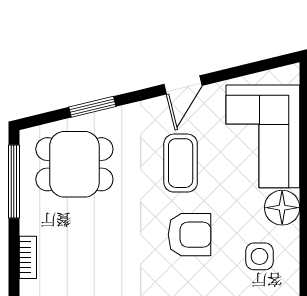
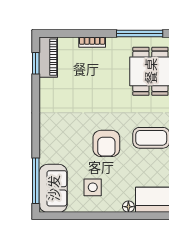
floor lamp: (282, 208) -> (128, 207), width x0.53, depth x0.53

